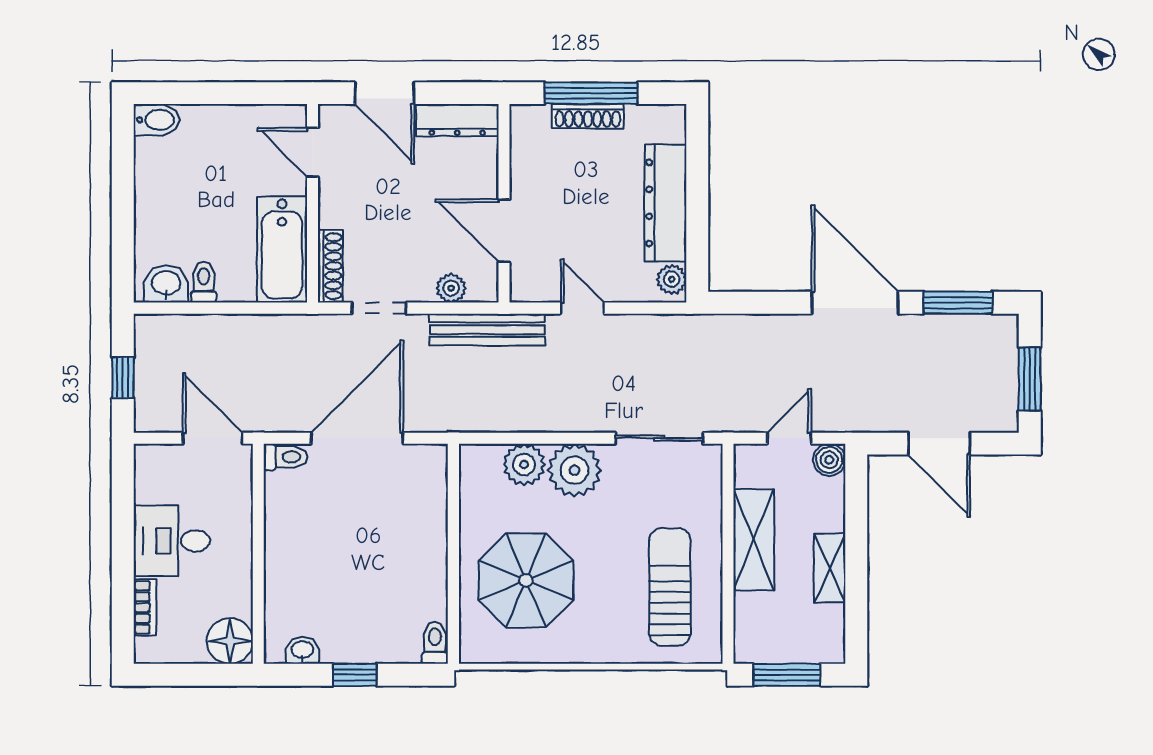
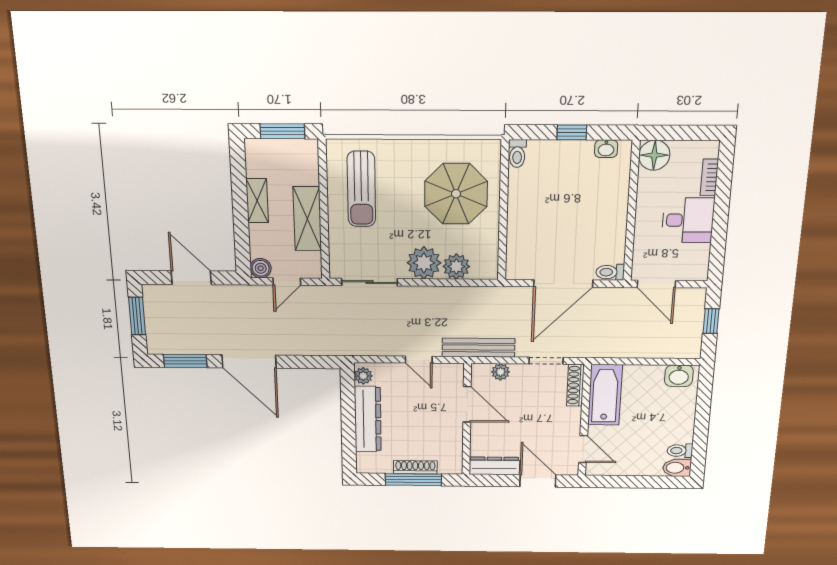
toilet: (204, 282) -> (680, 451), moved, turned 90

